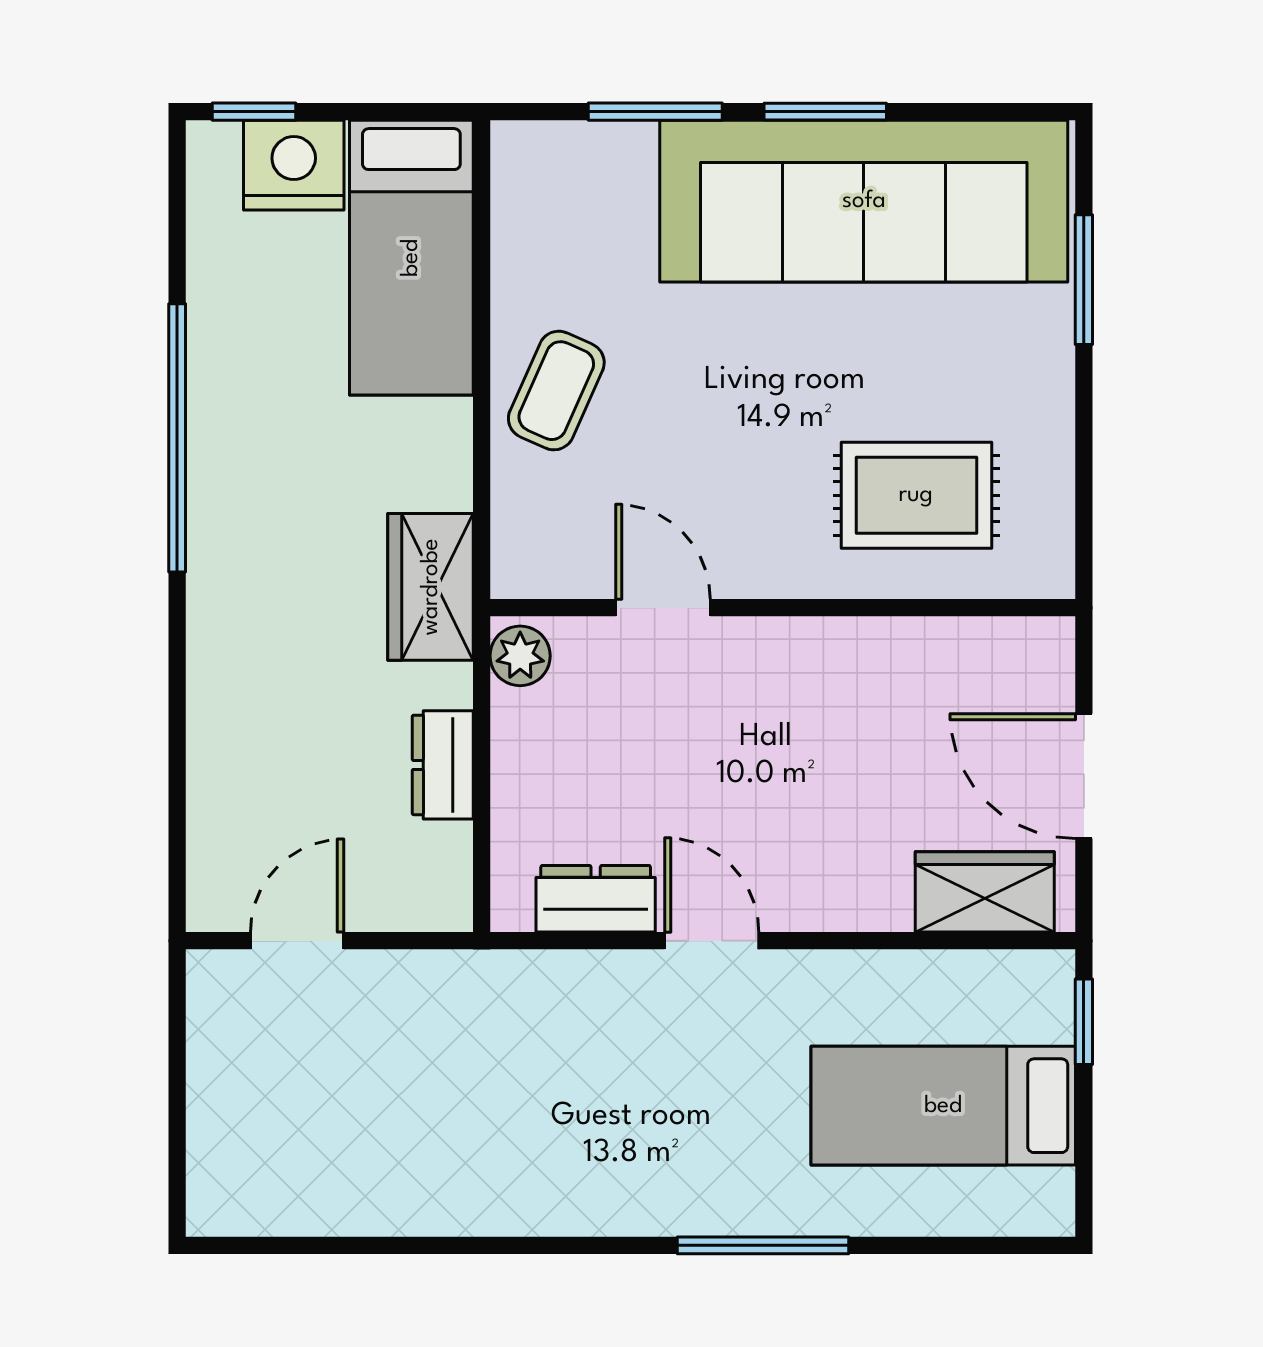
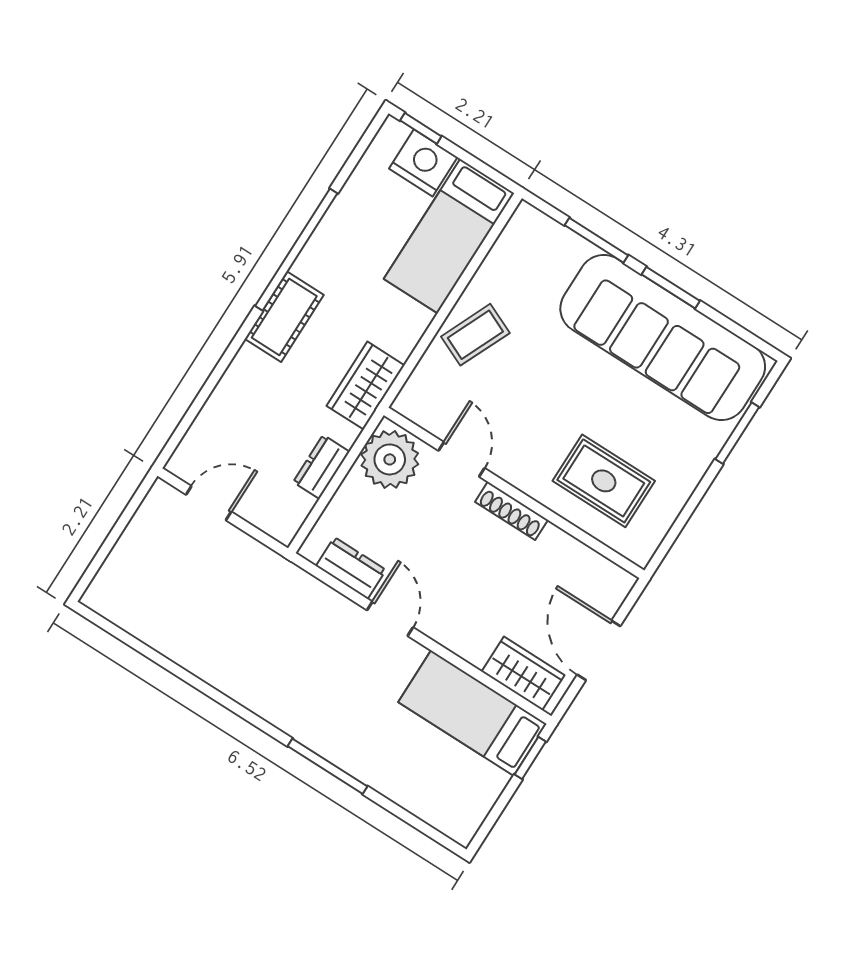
cot: (227, 560) -> (284, 317), added
shoe rack: (798, 640) -> (511, 511), added
plant: (520, 656) -> (390, 459), width x1.87, depth x1.87
bed: (943, 1106) -> (472, 713), moved

